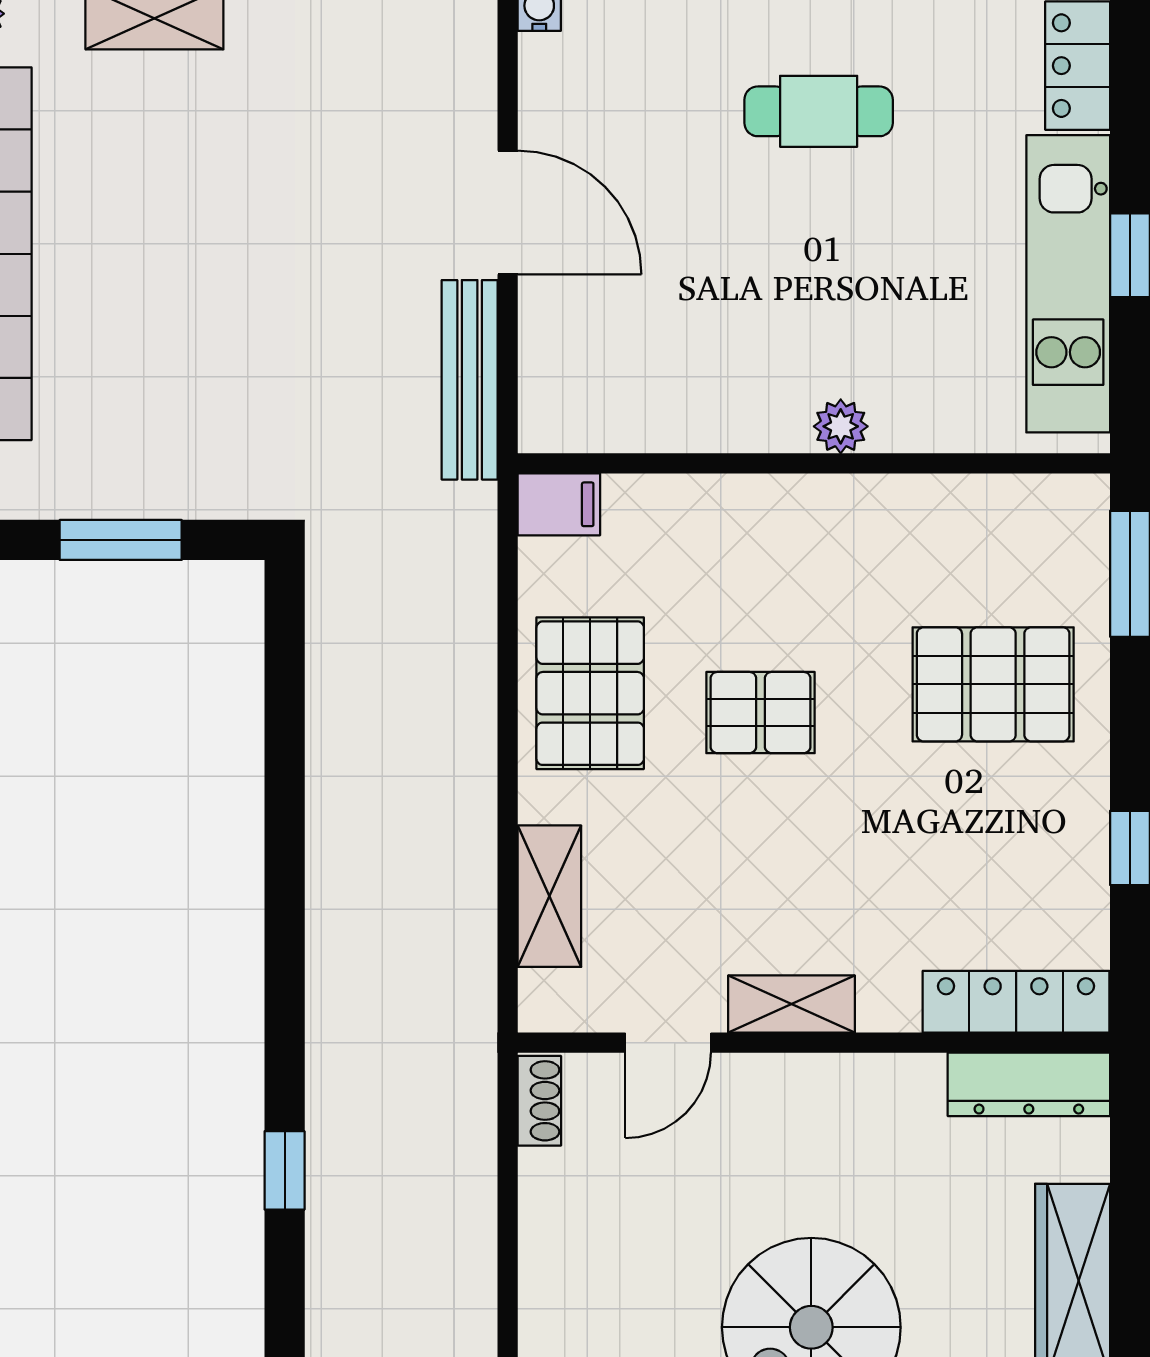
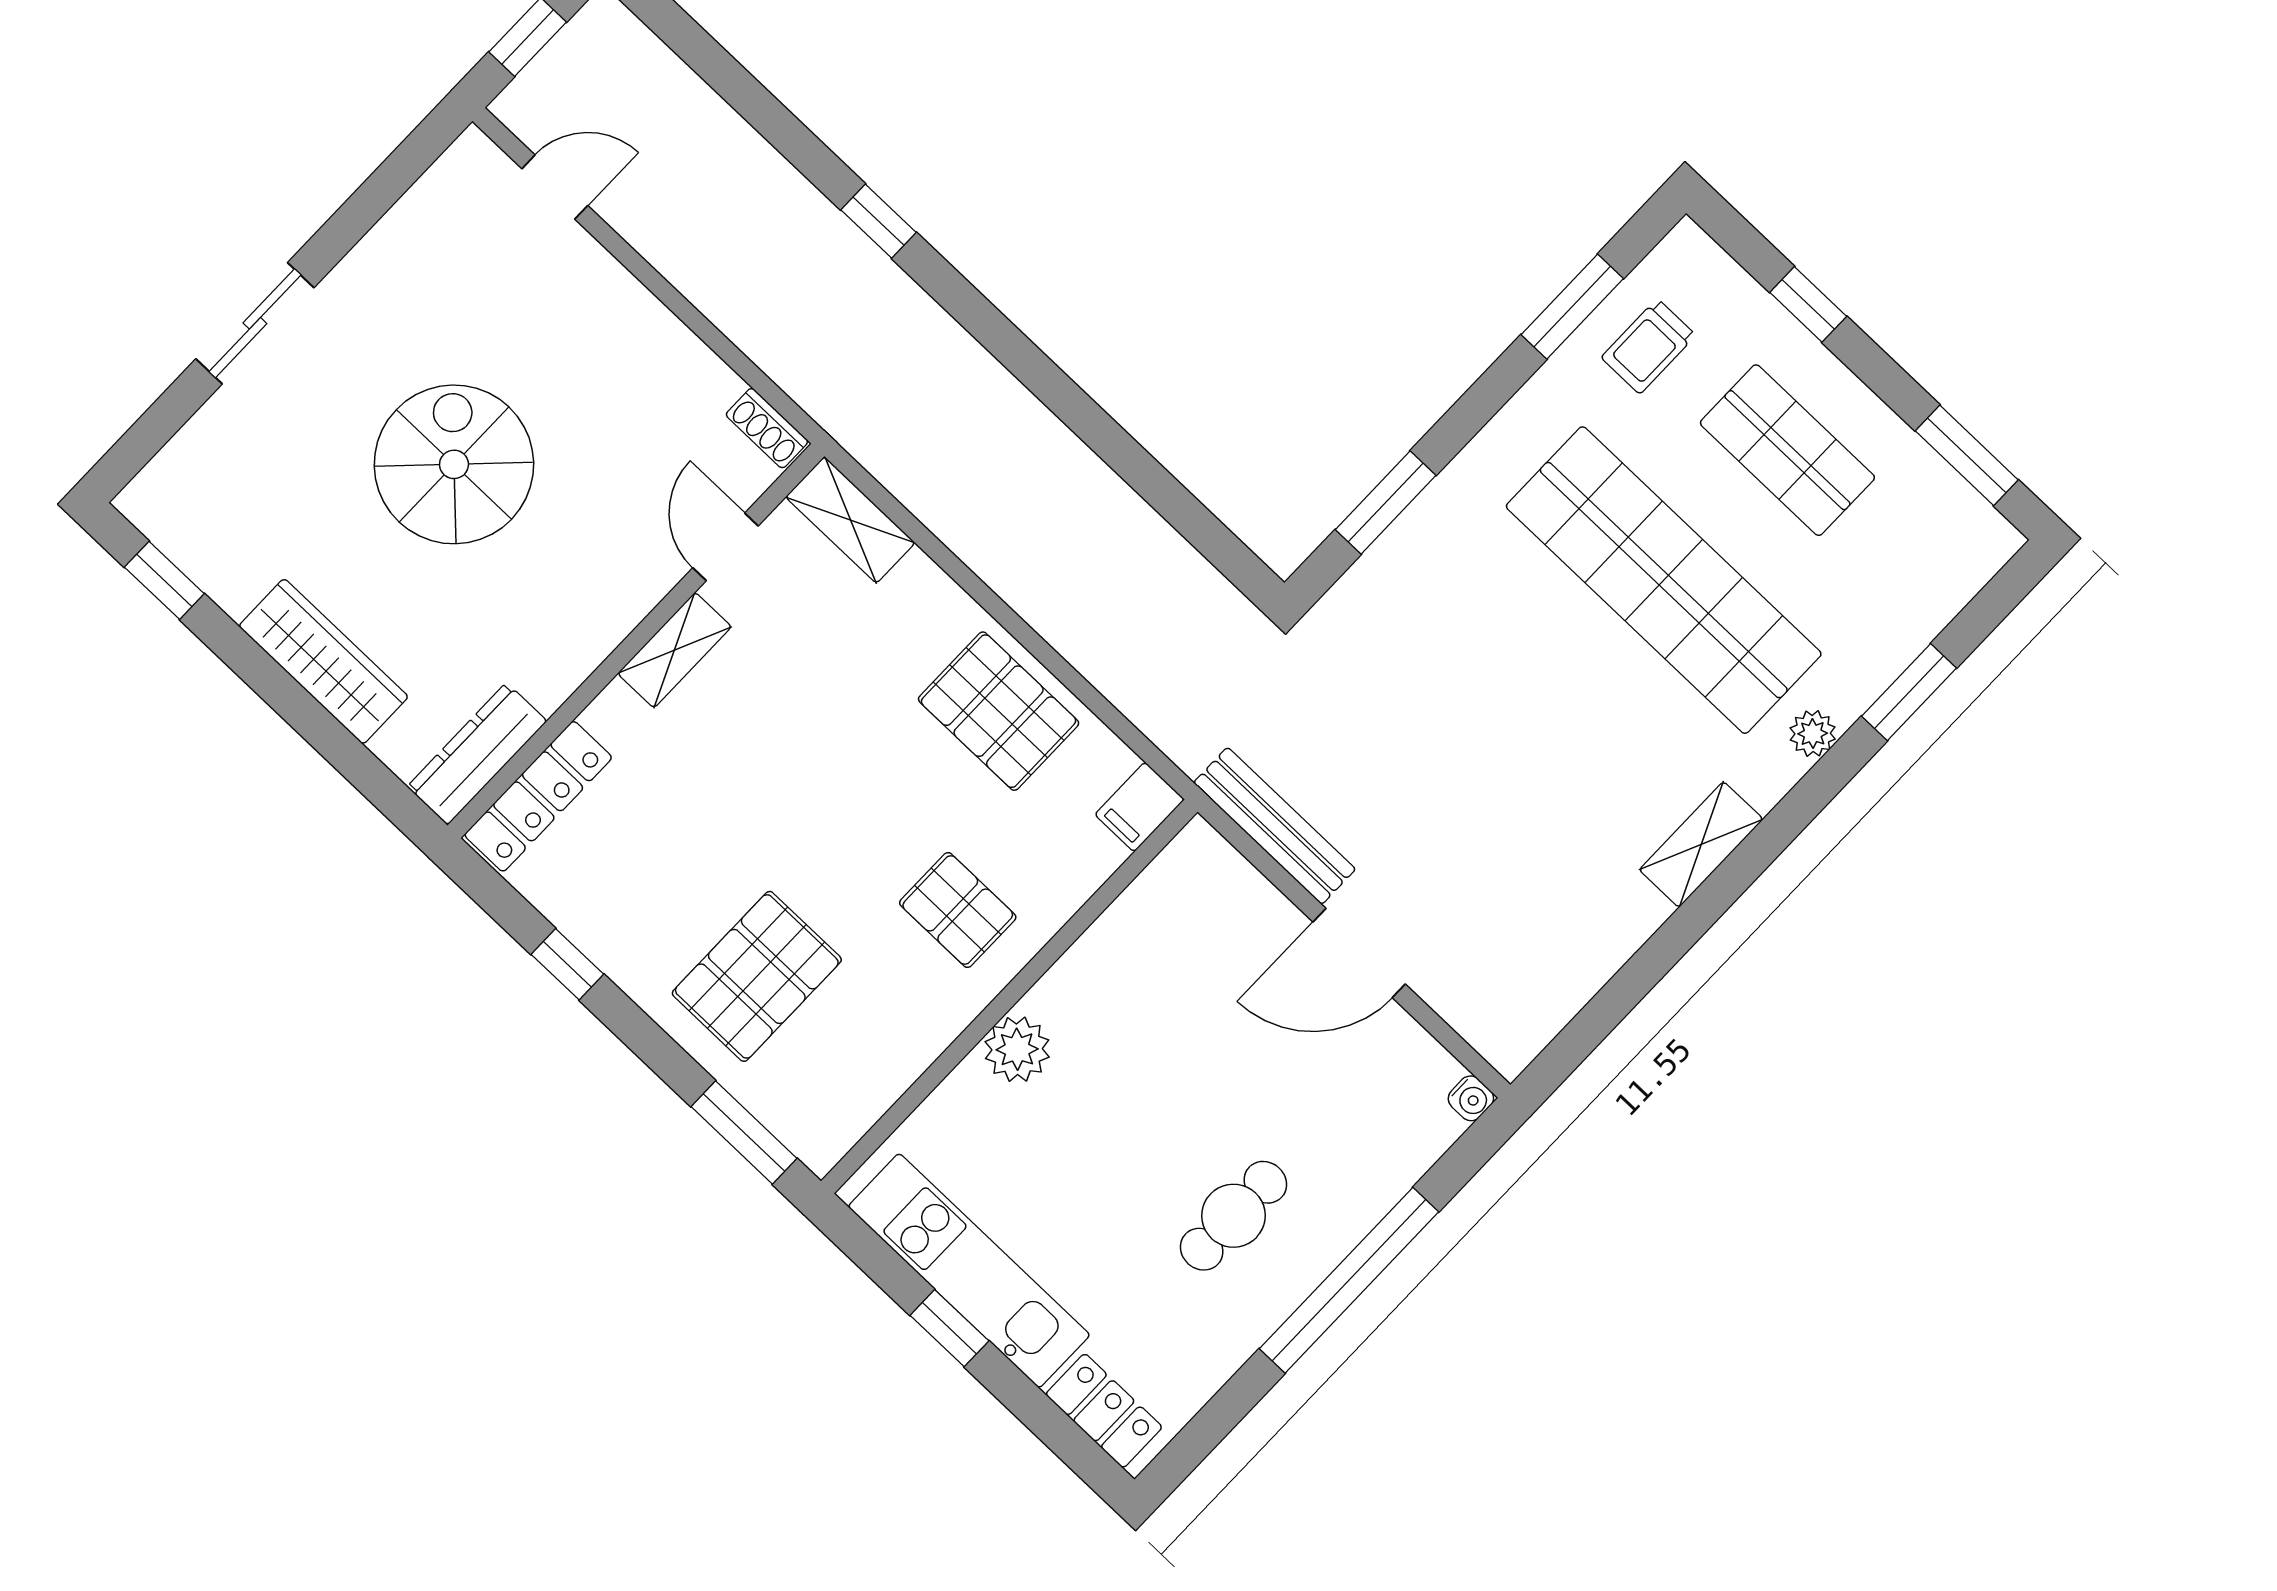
plant: (841, 426) -> (1017, 1049), width x1.38, depth x1.38
pallet: (760, 713) -> (958, 910), moved, turned 90
shelving: (549, 896) -> (850, 520), moved

